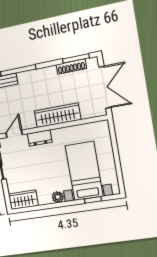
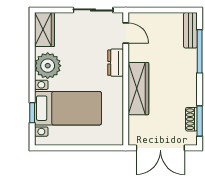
shoe rack: (71, 67) -> (191, 119), width x0.70
plant: (58, 197) -> (48, 66), width x1.87, depth x1.87

